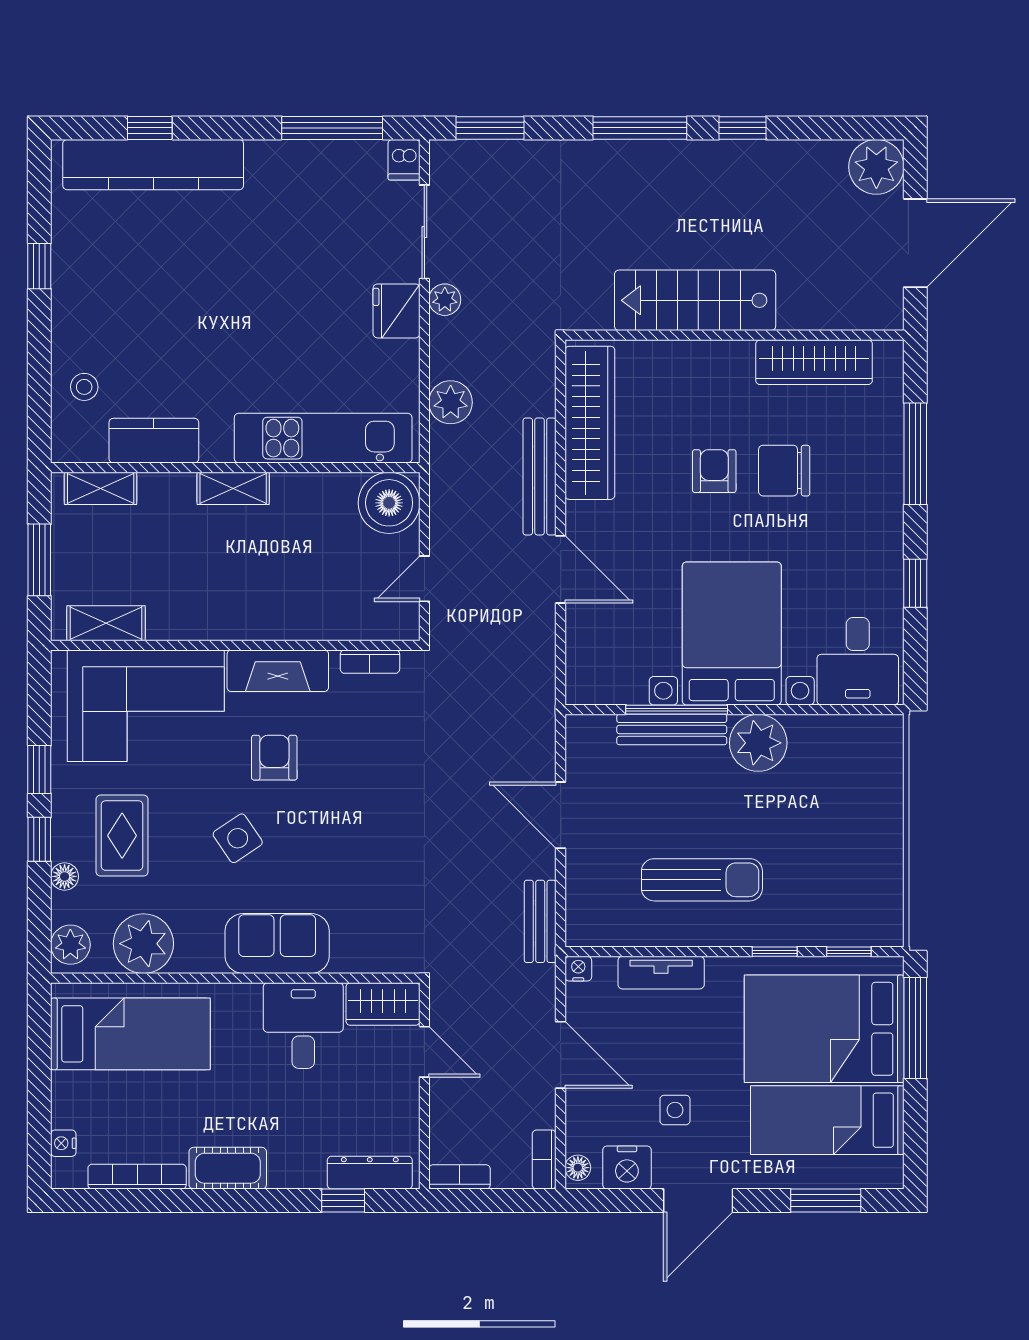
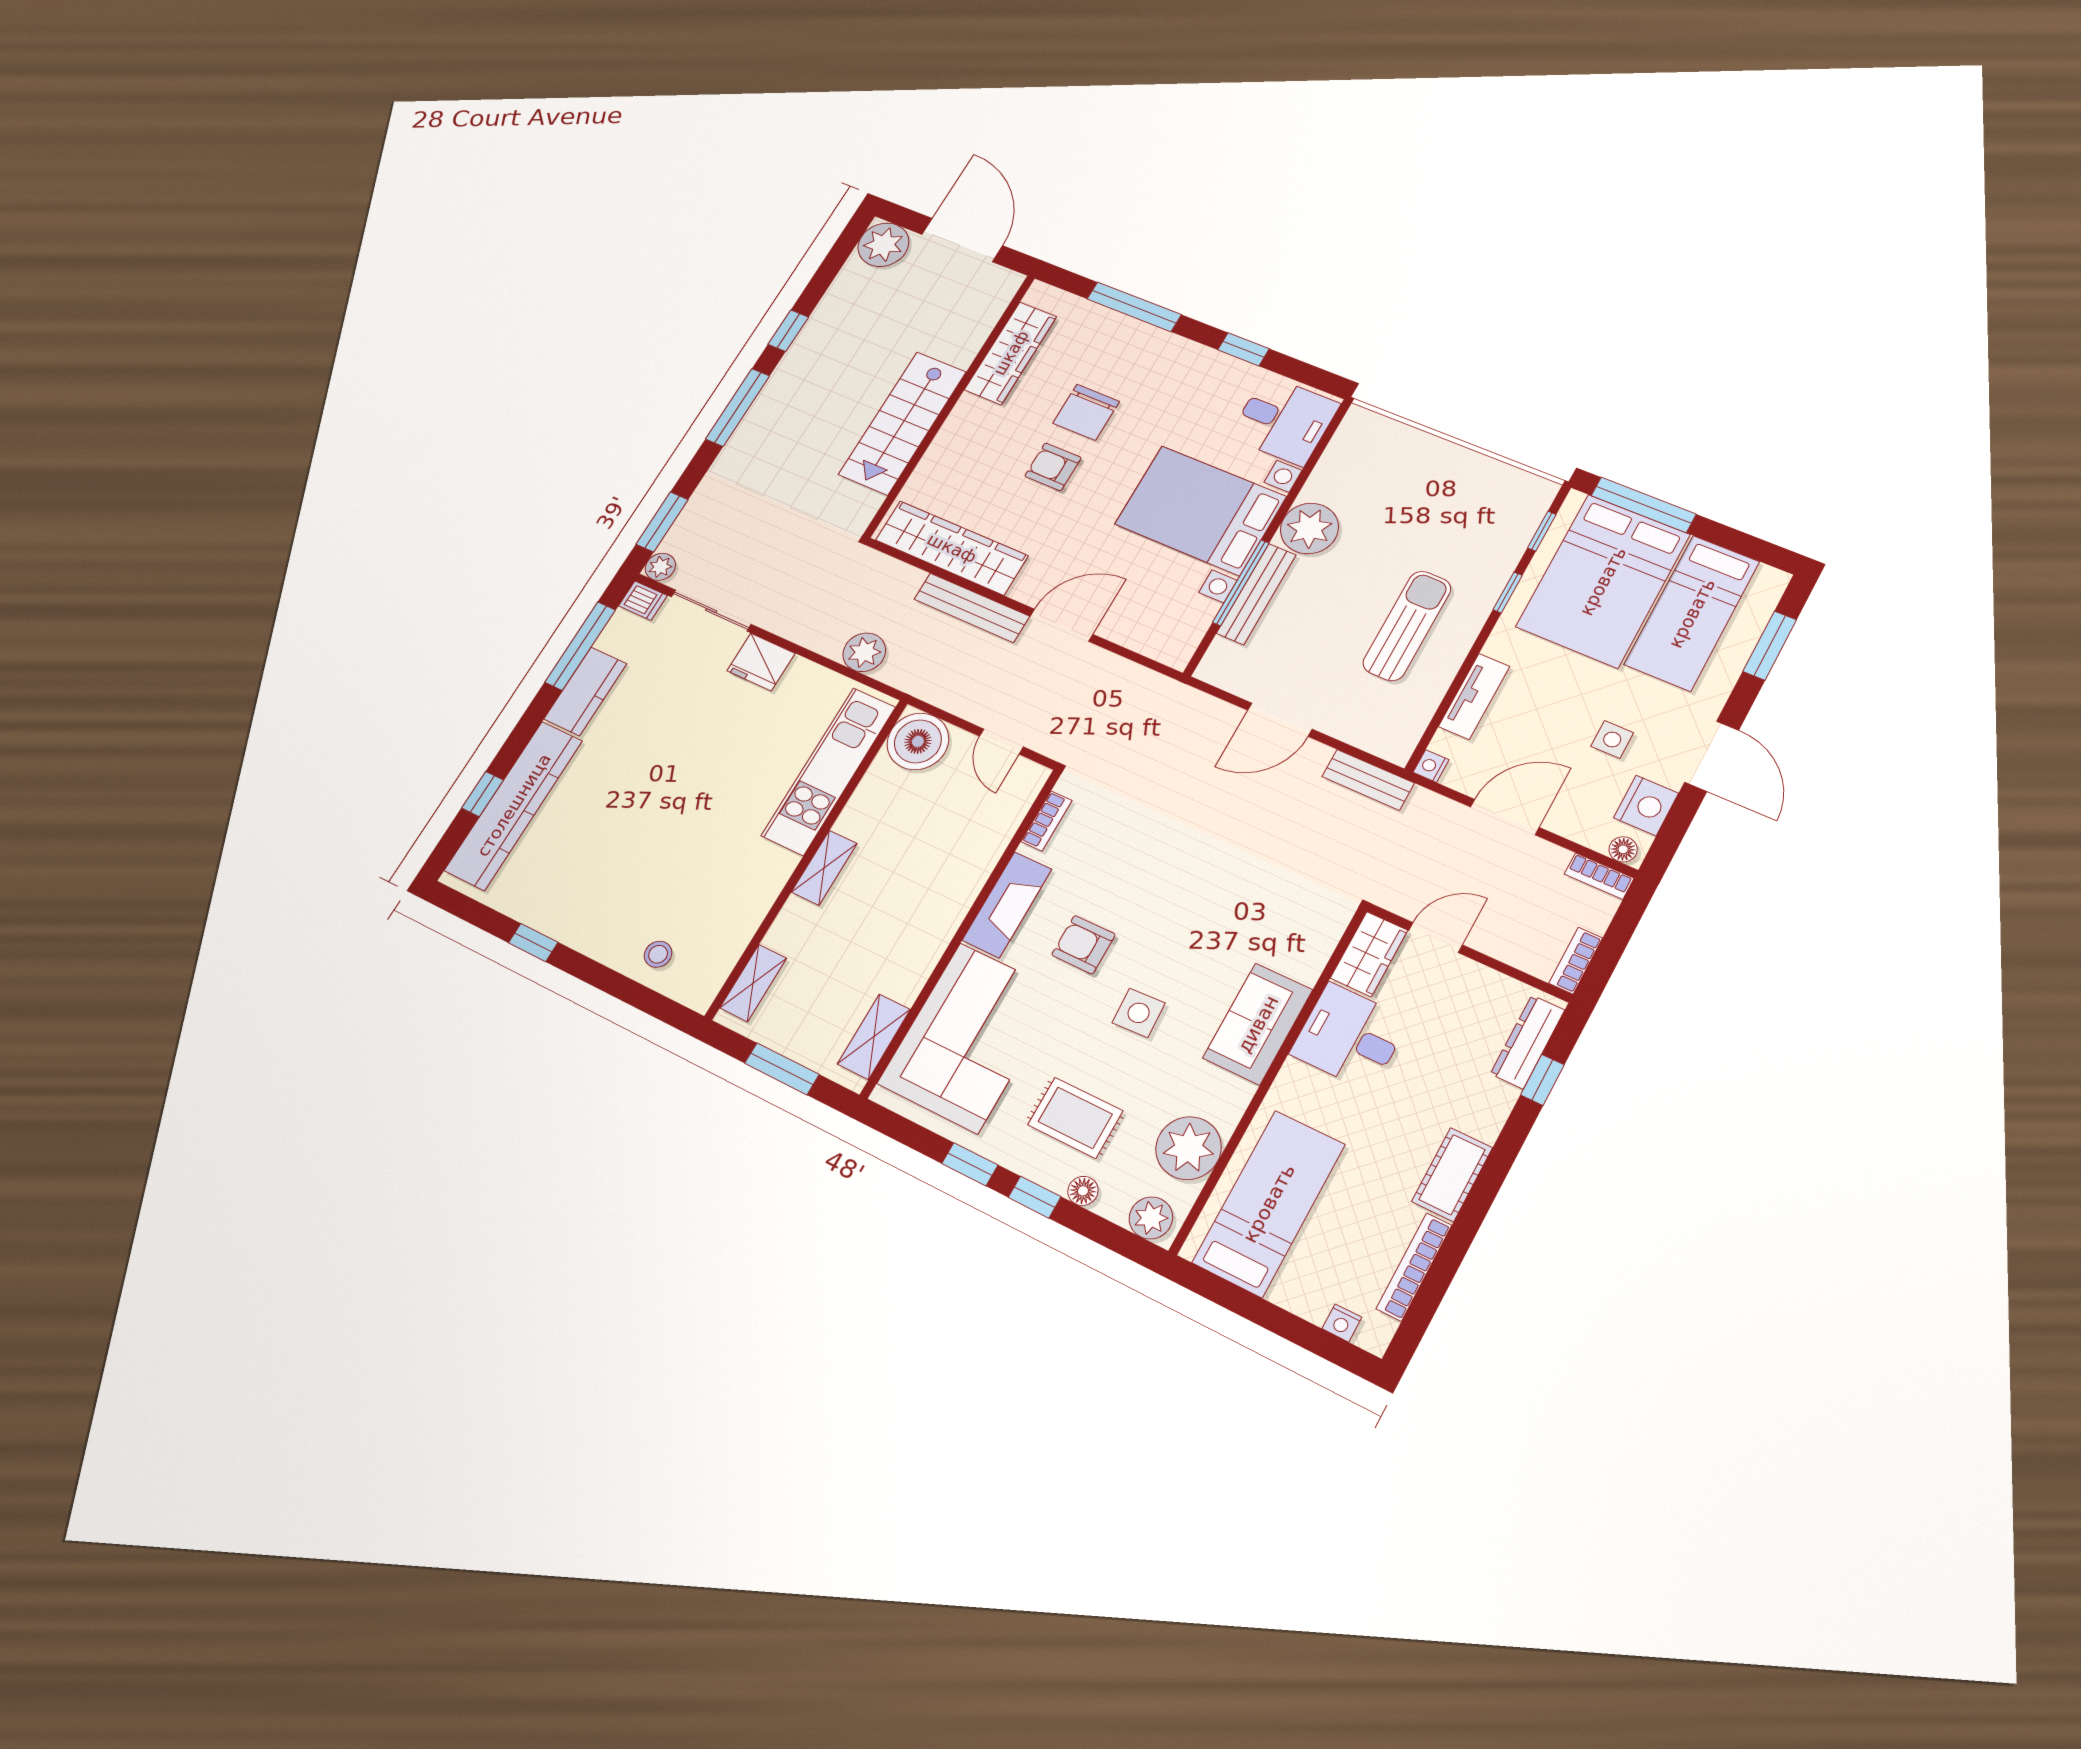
plant: (445, 300) -> (660, 567), moved
kitchen counter: (154, 441) -> (585, 691), moved, turned 180
side table: (238, 838) -> (1139, 1013), turned 31

